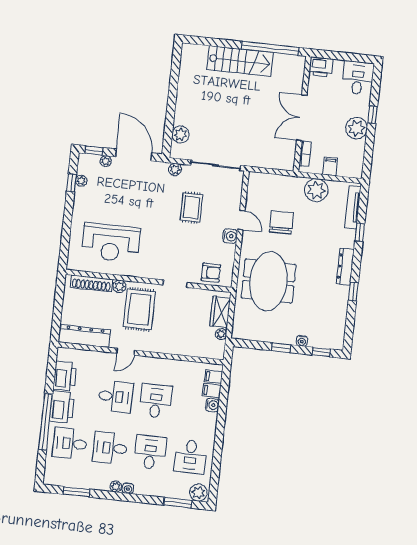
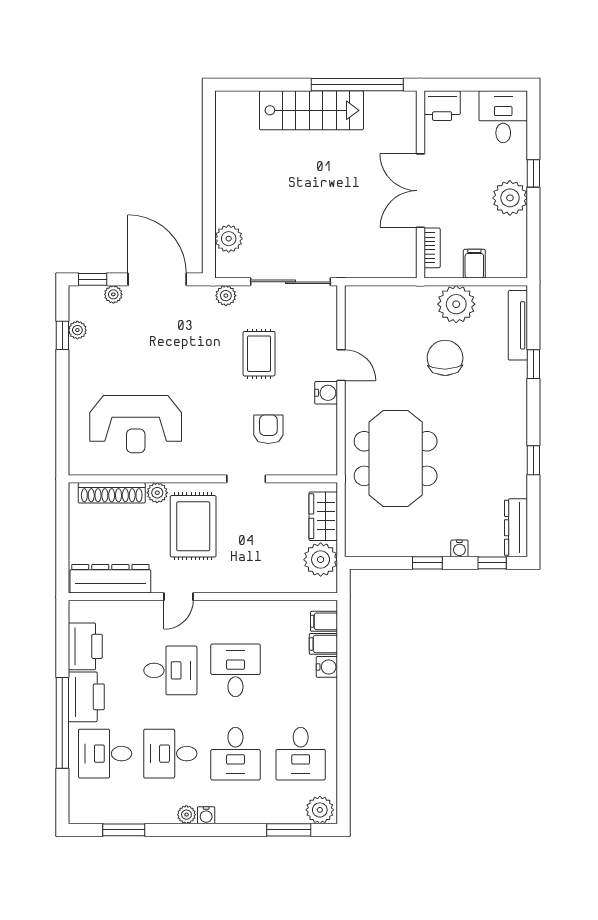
chair: (281, 222) -> (445, 358), moved
dresser: (345, 267) -> (516, 528), moved
armchair: (211, 273) -> (268, 429), moved, turned -90
plant: (221, 334) -> (321, 560), width x1.88, depth x1.88
desk: (150, 452) -> (235, 754), turned 180

